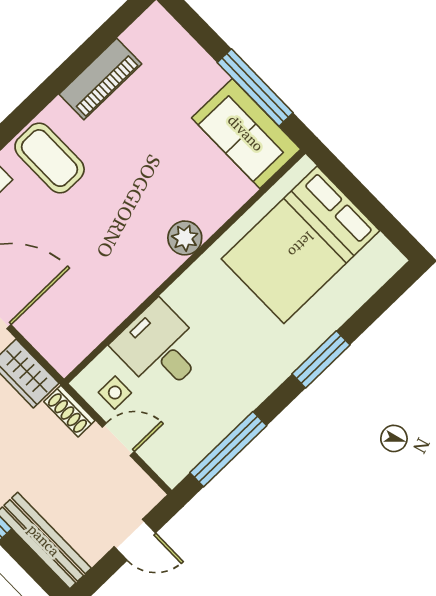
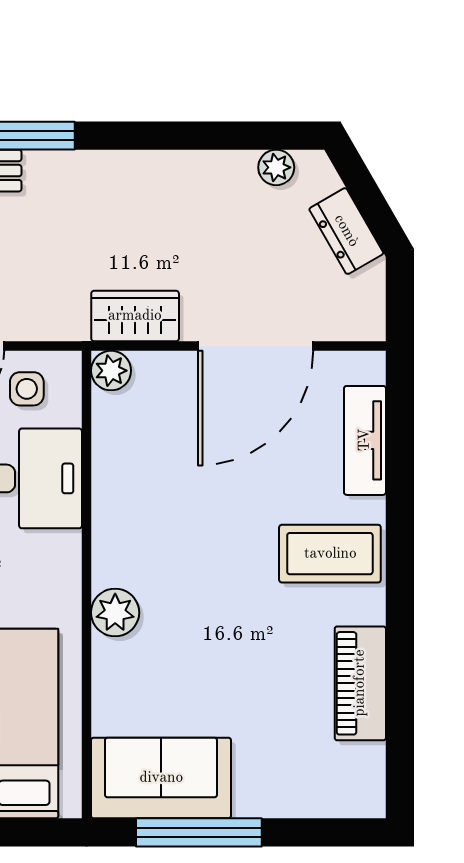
plant: (64, 359) -> (111, 371), added
shoe rack: (69, 411) -> (53, 324), removed

